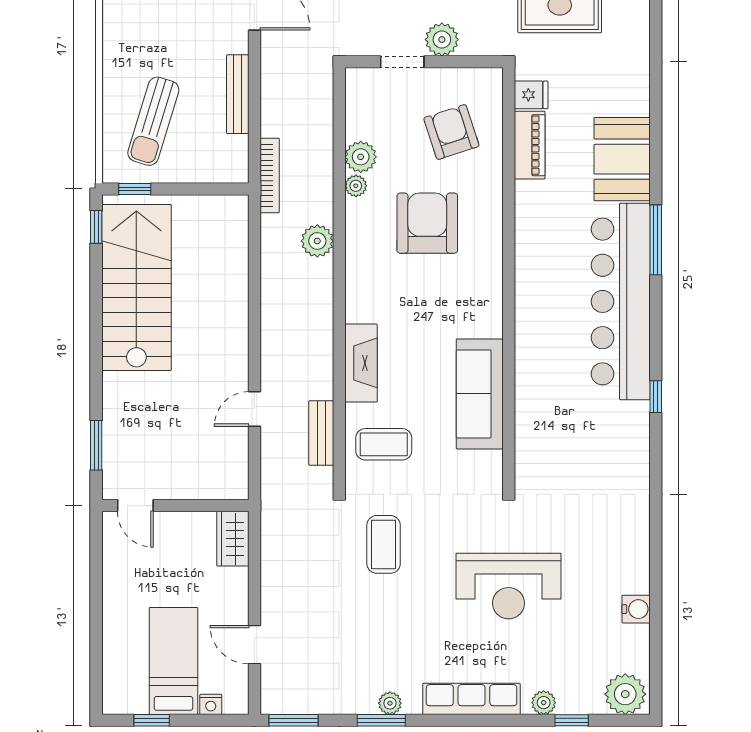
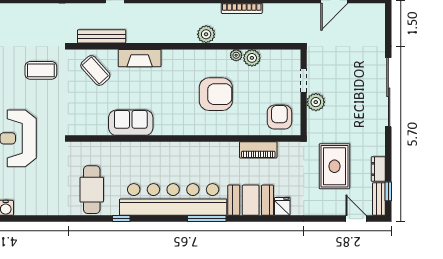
fridge: (531, 95) -> (282, 206), moved, turned 180
armchair: (451, 132) -> (279, 117), moved, turned -72
sofa: (480, 394) -> (131, 123), width x0.73
bench: (321, 433) -> (102, 36), width x1.36
coffee table: (384, 444) -> (95, 70), turned -42
cafe table: (603, 451) -> (92, 190), added

